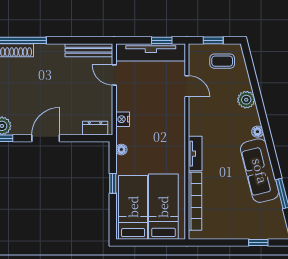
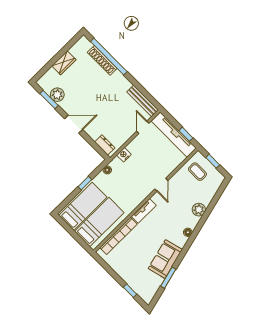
coffee table: (222, 61) -> (197, 172), moved
door: (187, 86) -> (161, 185), moved
sofa: (260, 171) -> (165, 259), width x0.73

